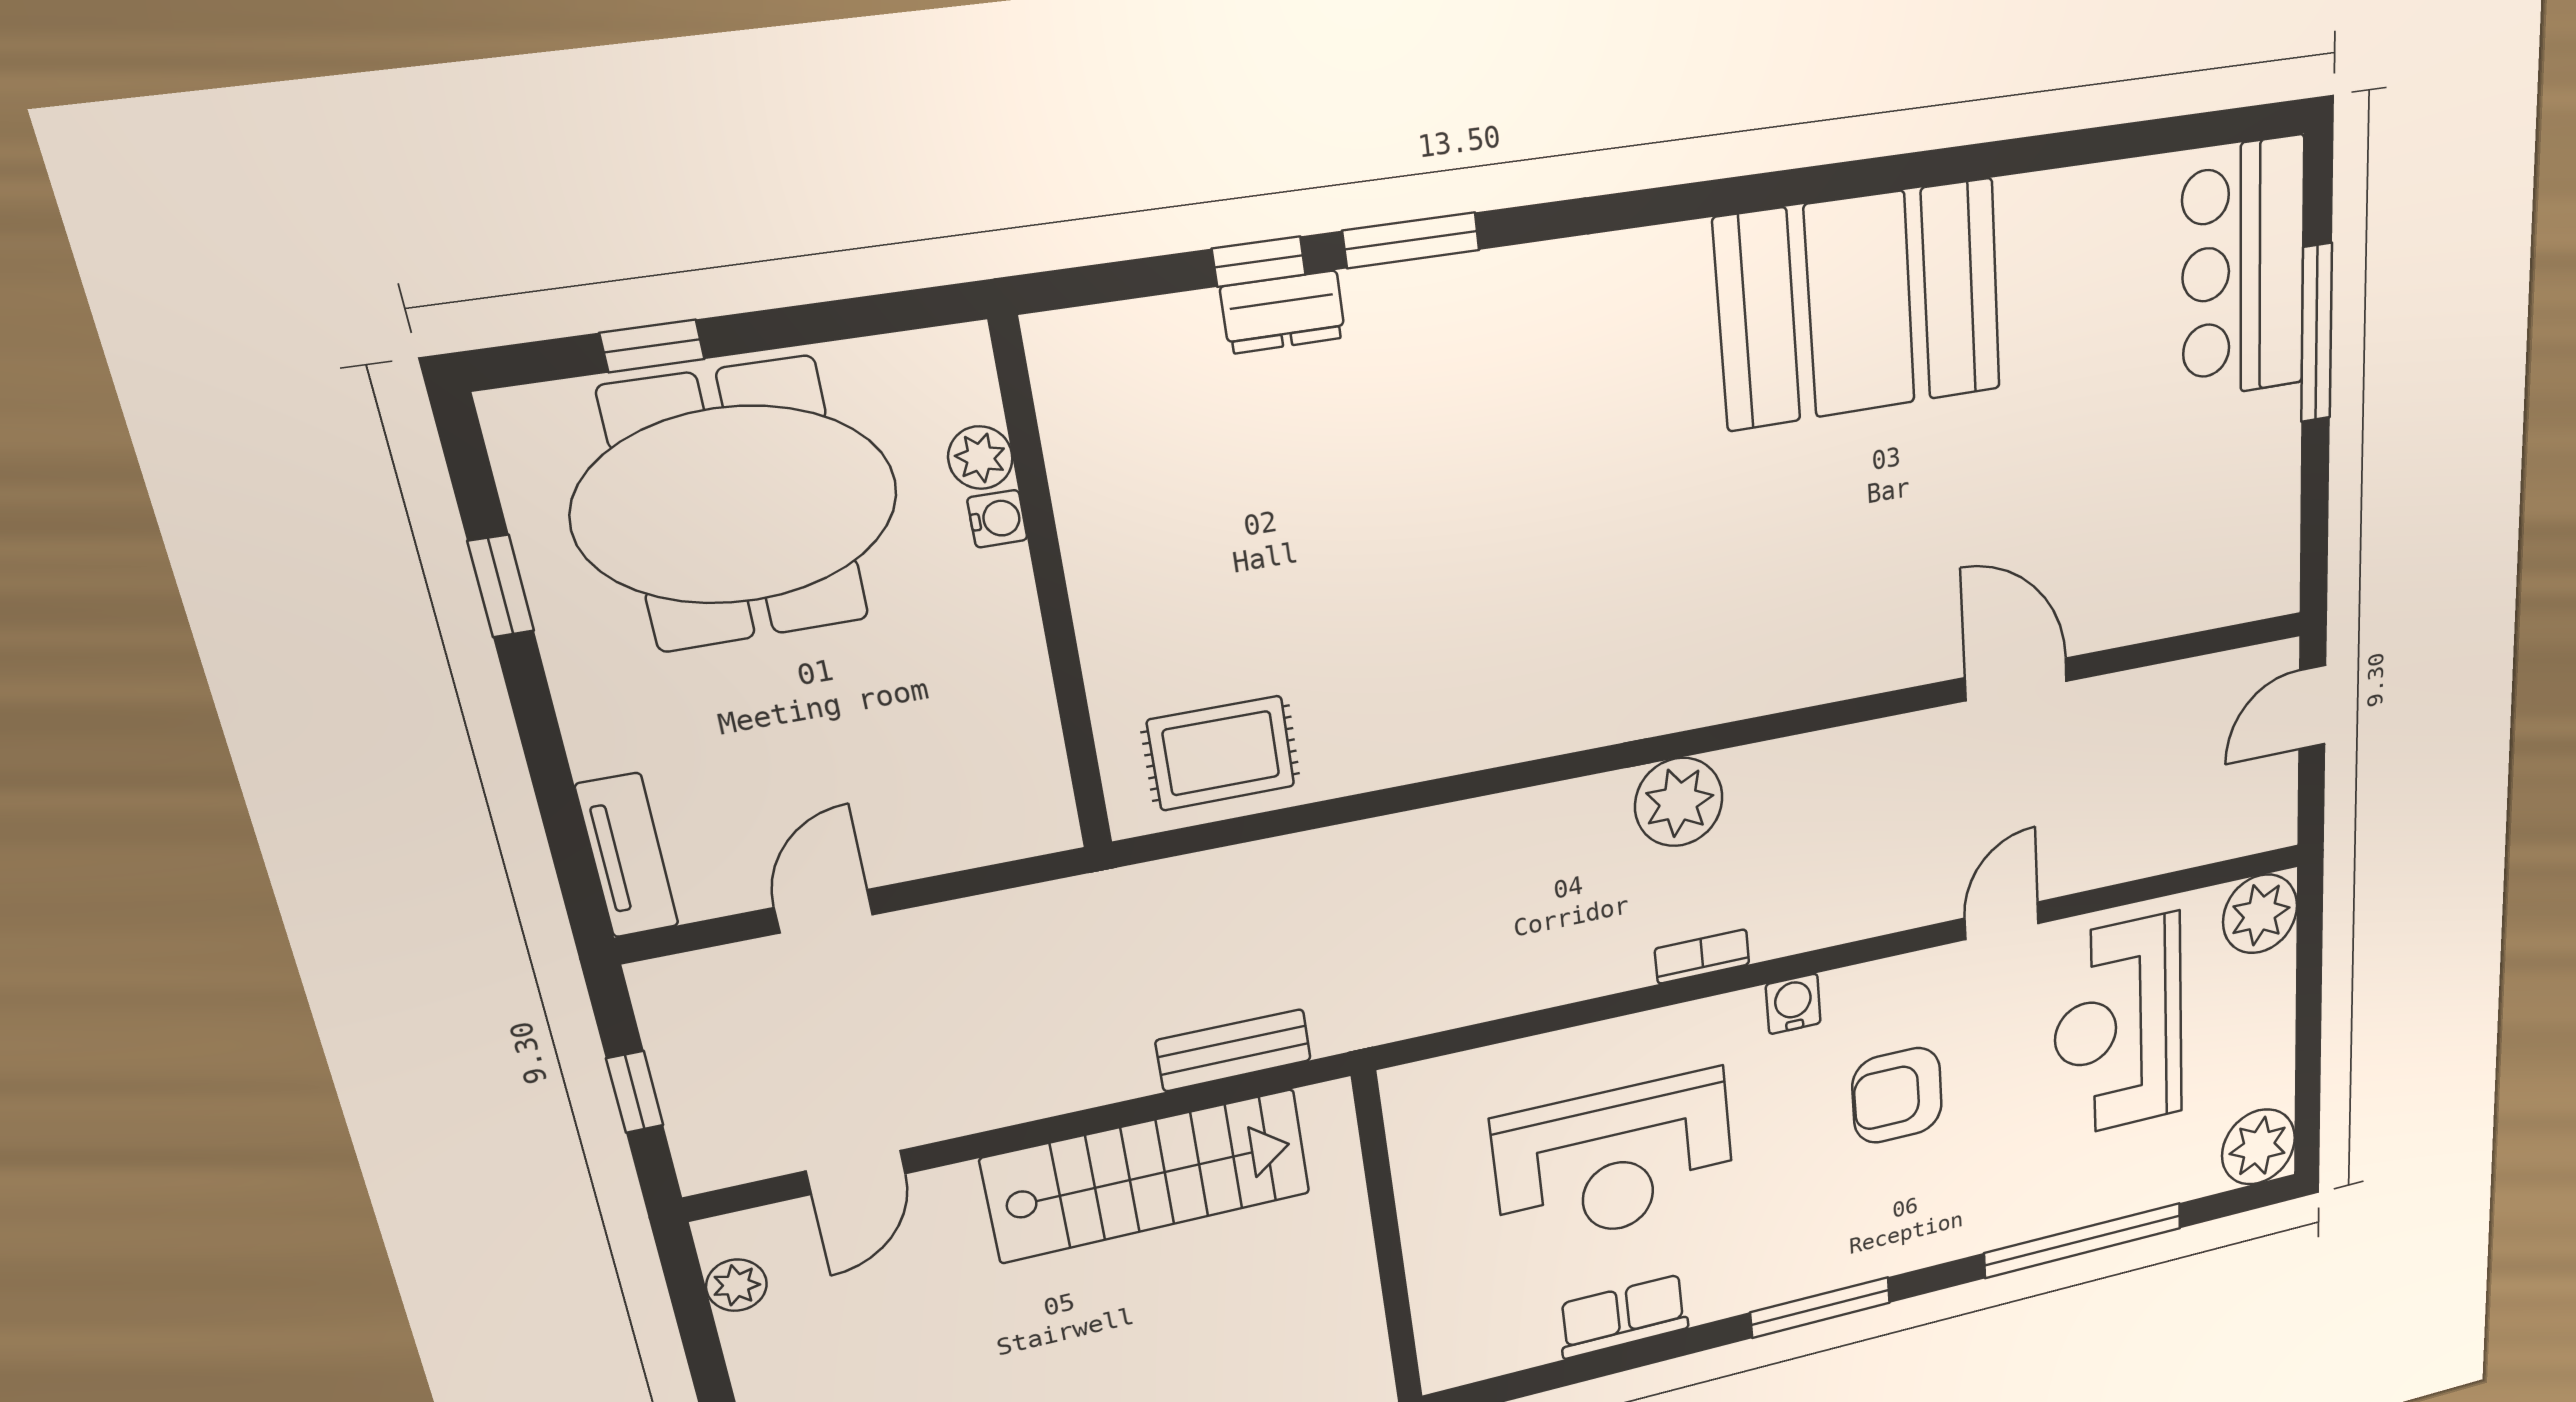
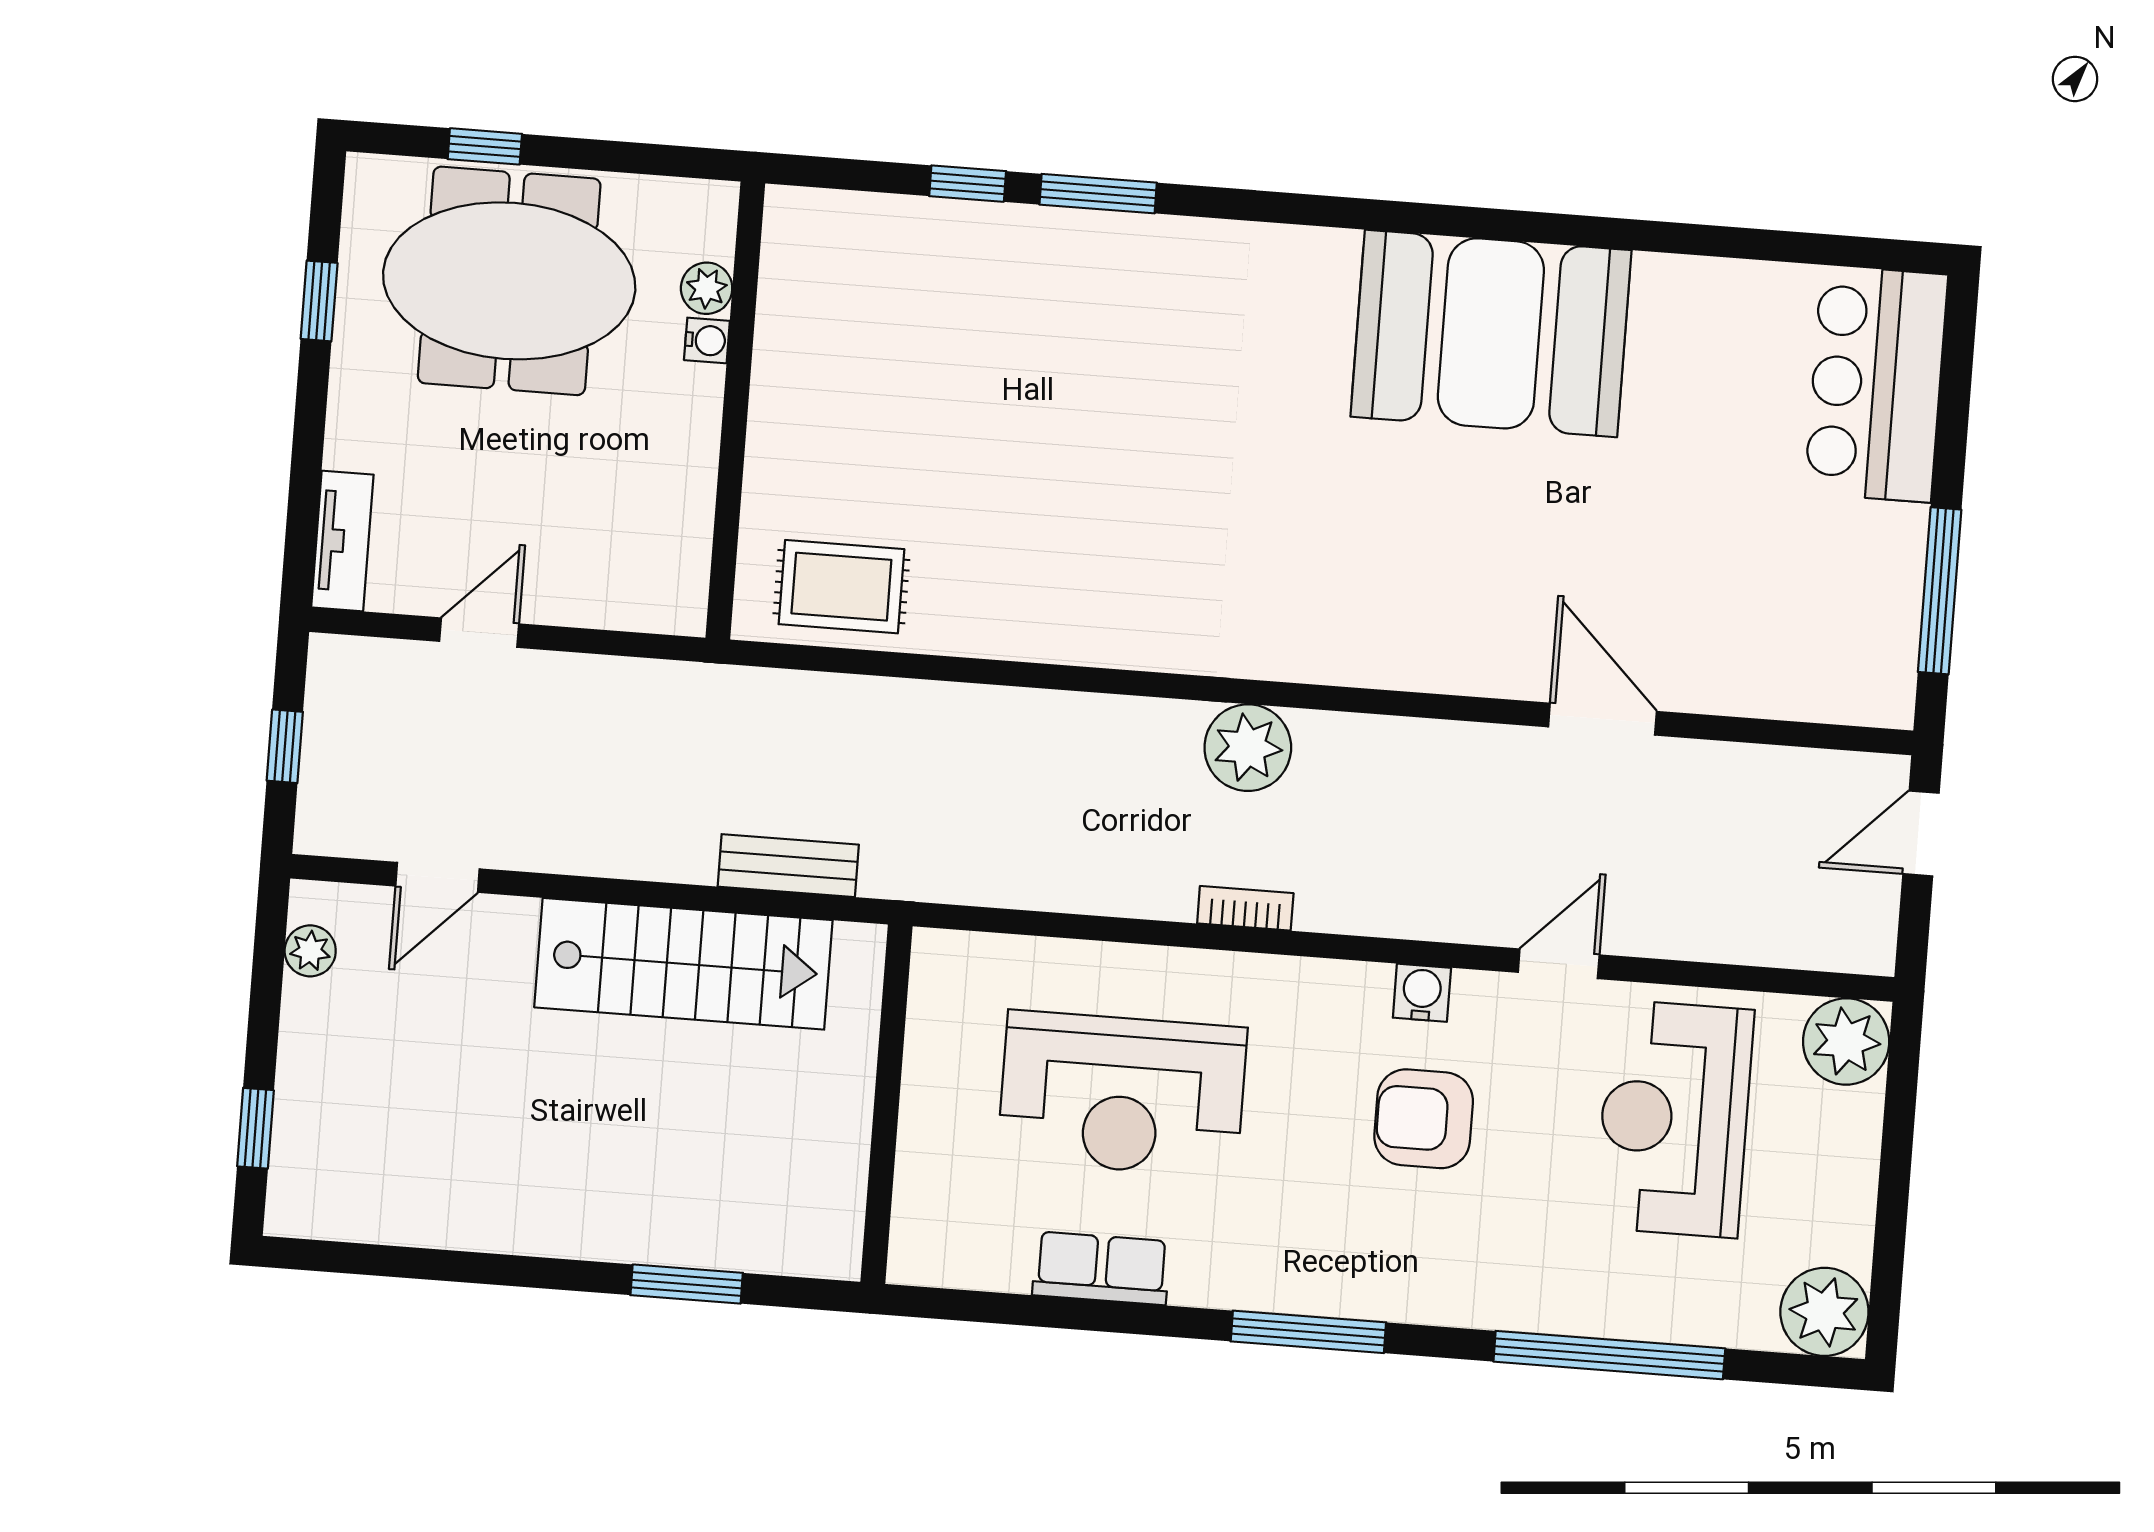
dresser: (1283, 312) -> (978, 228), removed
window: (2317, 333) -> (1940, 591), moved
water cooler: (1793, 1004) -> (1422, 993), moved

